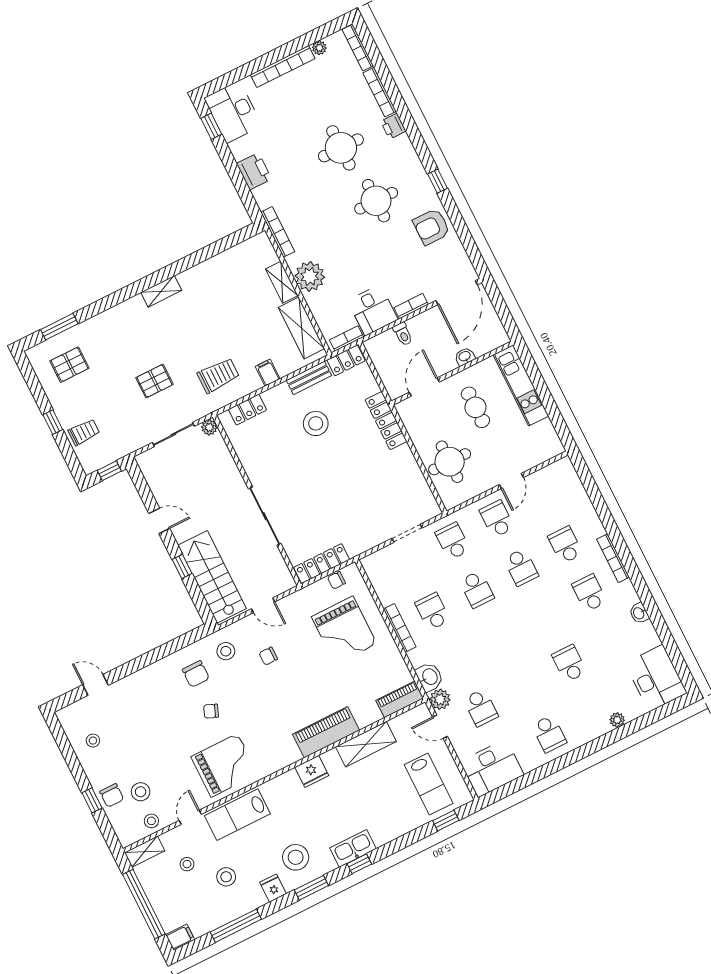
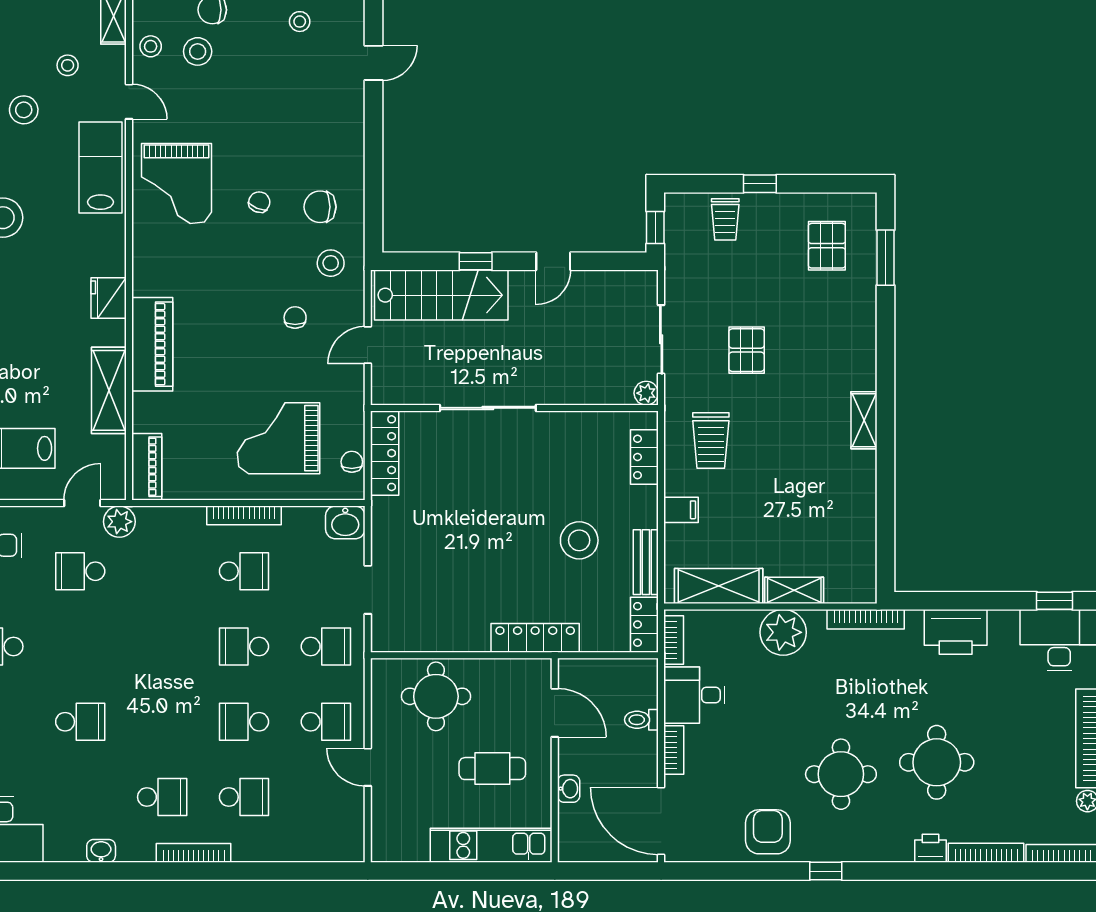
printer: (254, 171) -> (956, 632), width x1.37, depth x1.19
washbasin: (429, 677) -> (345, 522), moved

